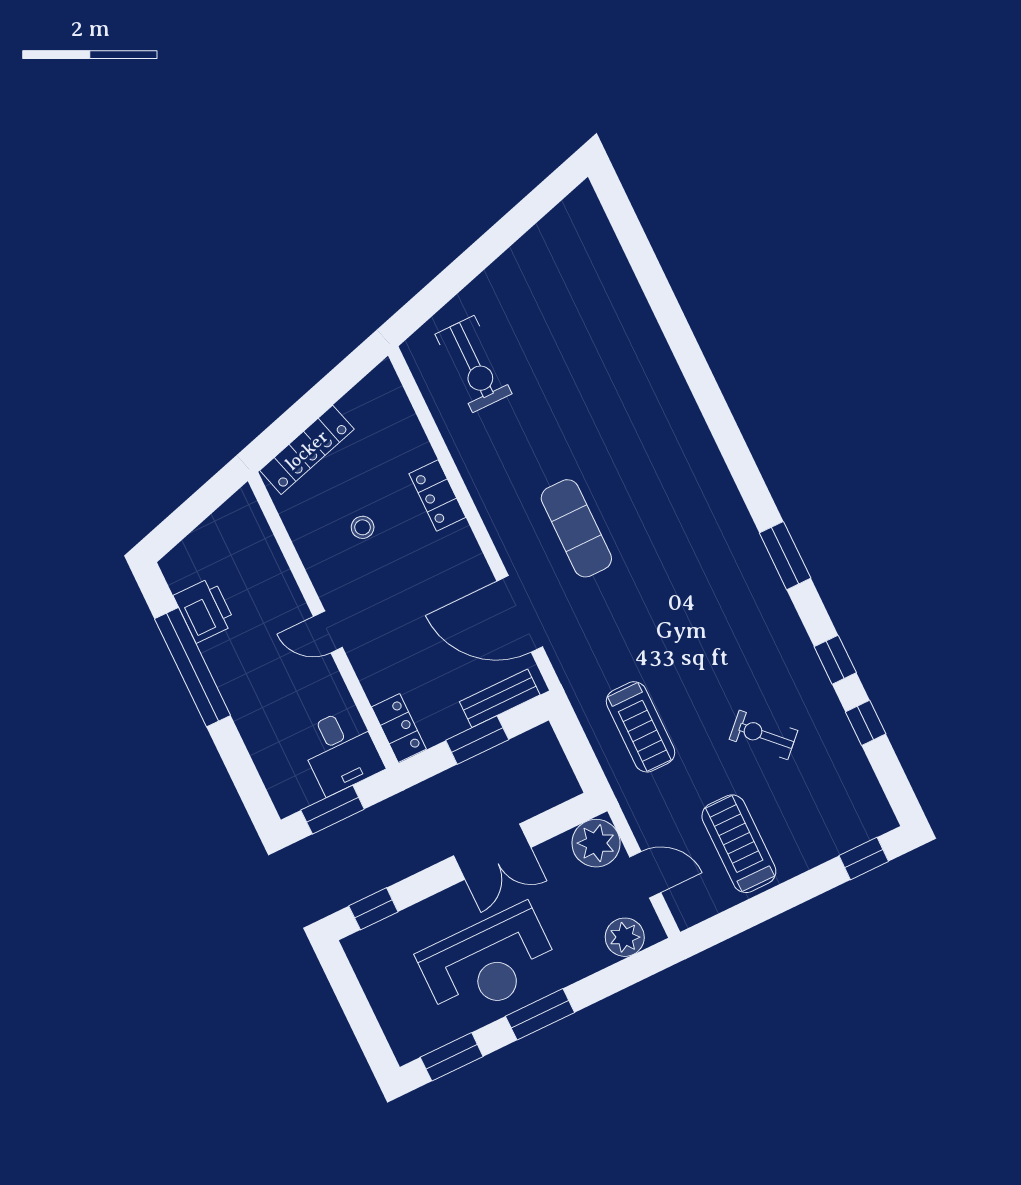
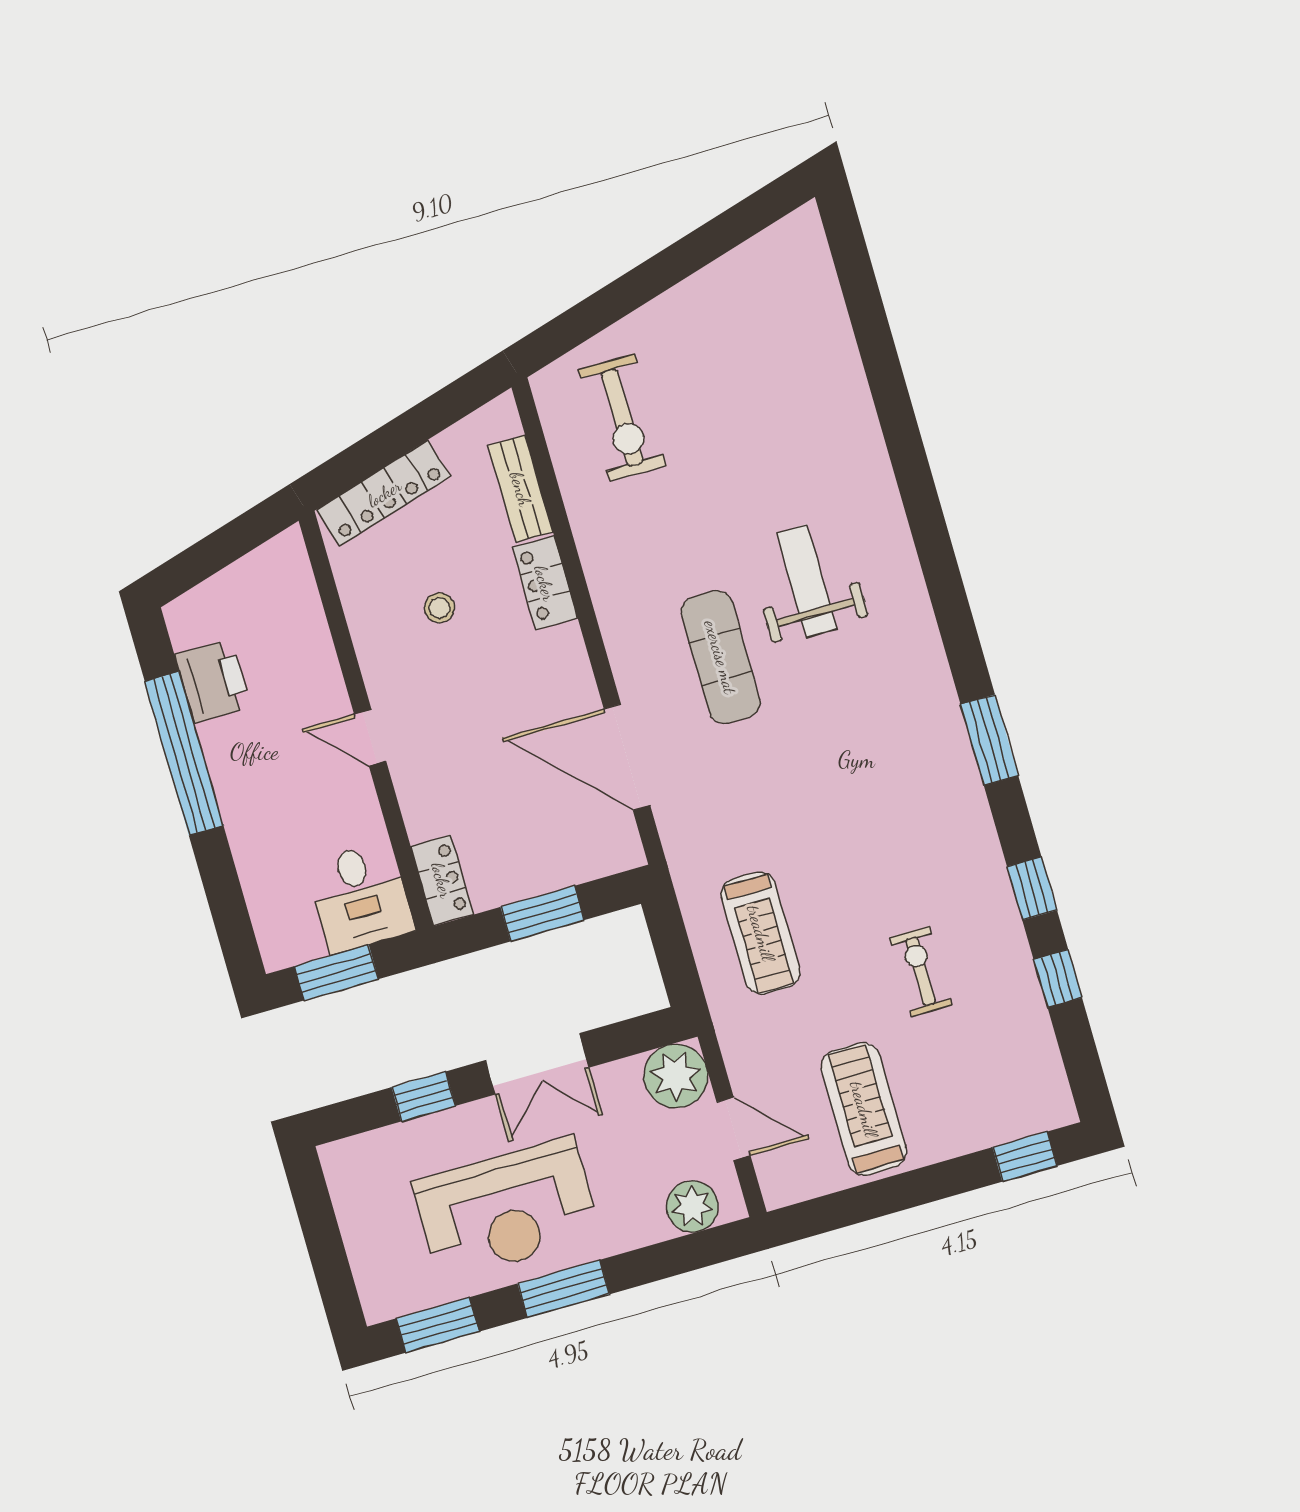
weight bench: (630, 461) -> (807, 581), added
bench: (500, 698) -> (521, 489), moved, turned 90
exercise bike: (764, 735) -> (921, 971), turned 45
window: (373, 909) -> (423, 1097), moved

